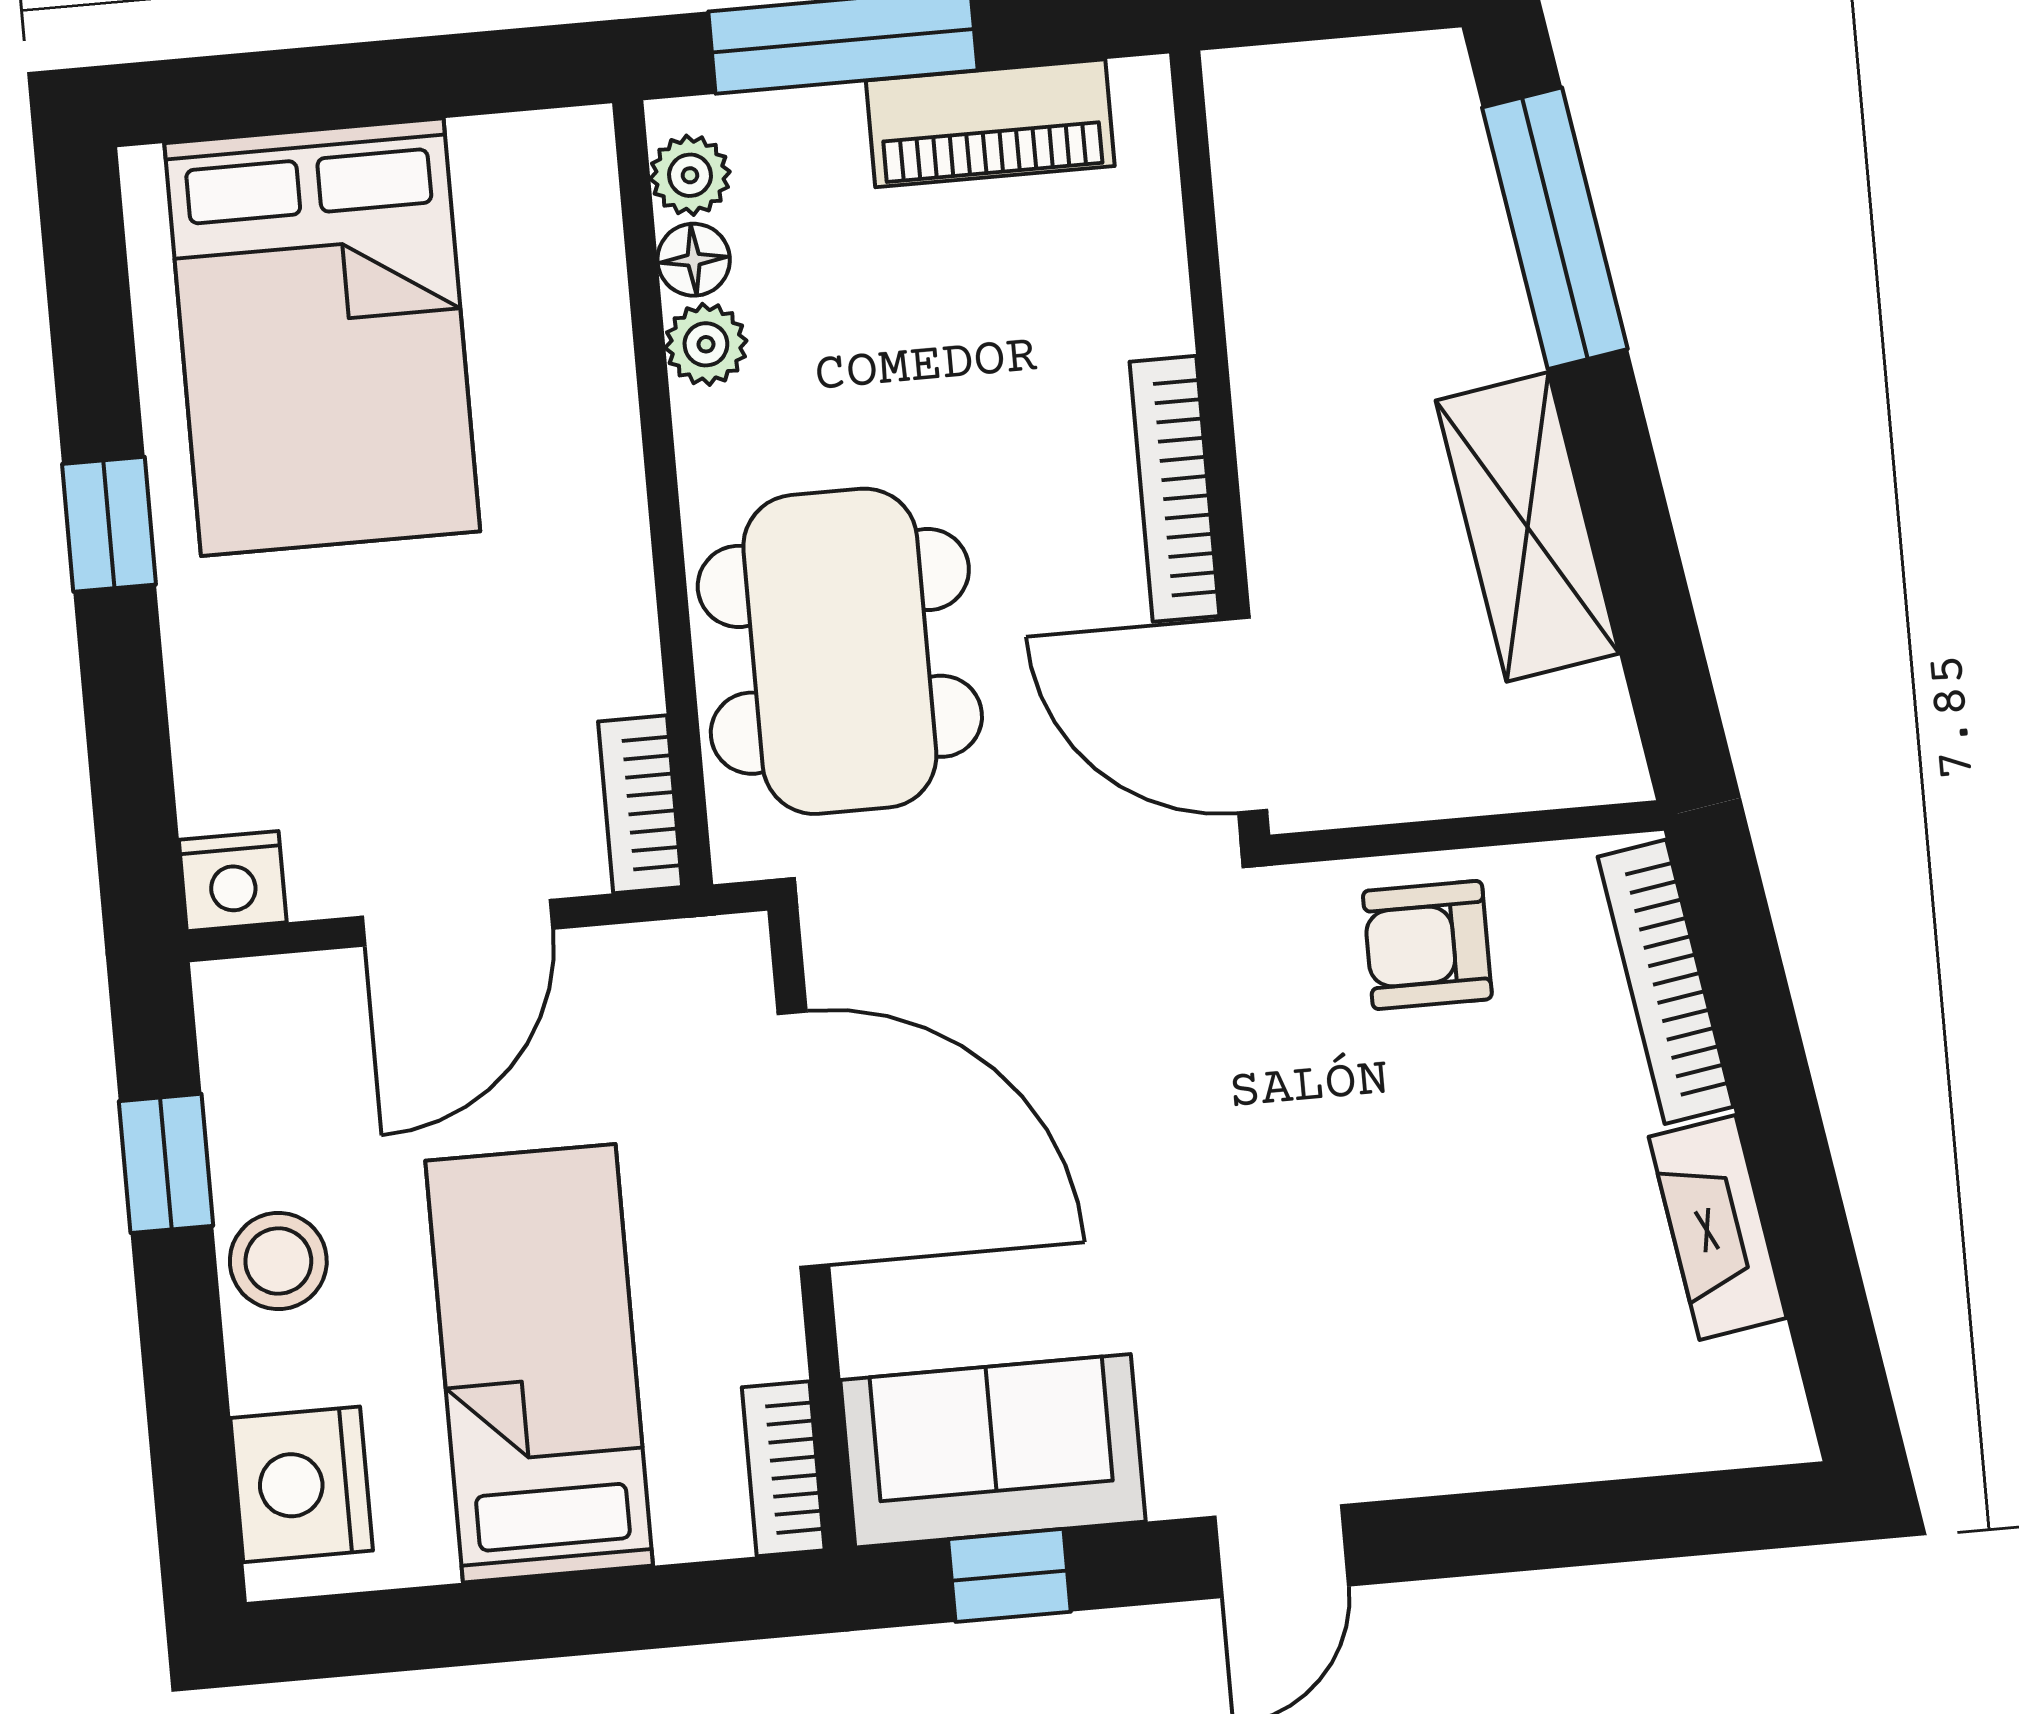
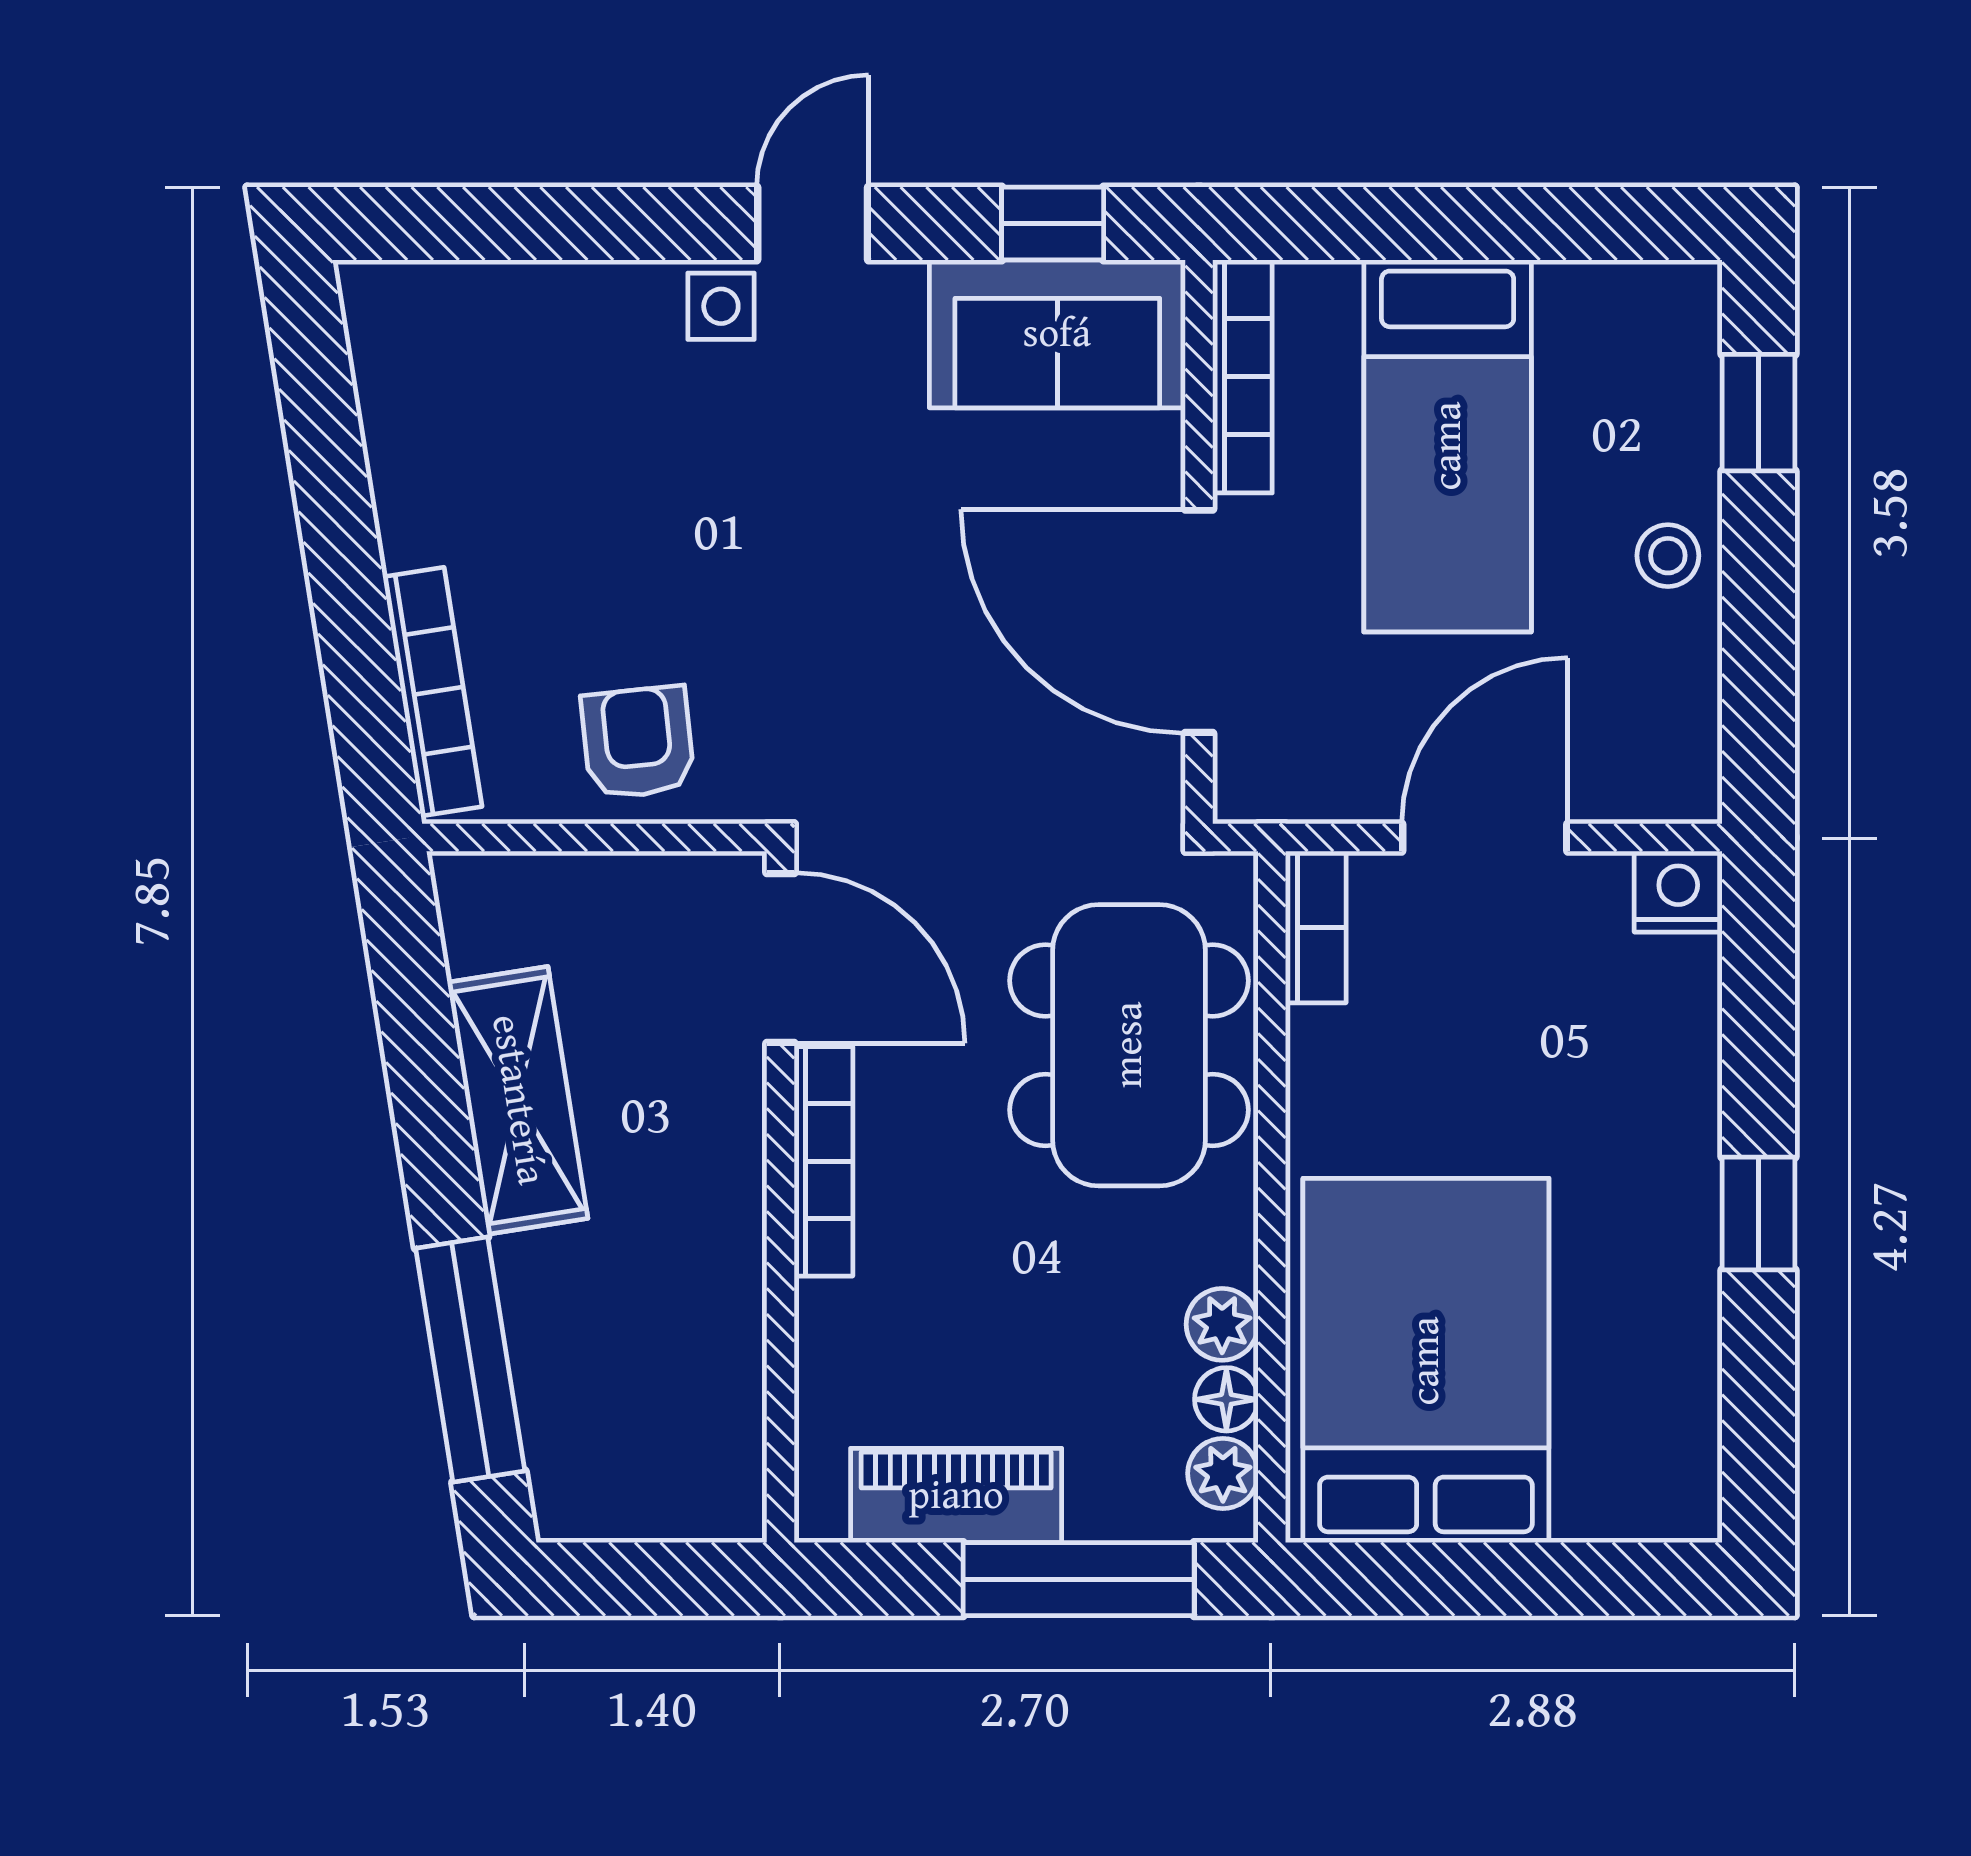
bed: (322, 337) -> (1426, 1361), moved
armchair: (1427, 945) -> (638, 742), turned -96
window: (166, 1163) -> (1758, 413), moved
fireplace: (1718, 1227) -> (406, 473), removed
stool: (278, 1261) -> (1668, 556), width x0.73, depth x0.73
side table: (1377, 1448) -> (721, 306), added
bookcase: (783, 1469) -> (1242, 376), width x1.56
nightstand: (302, 1484) -> (1665, 358), removed

